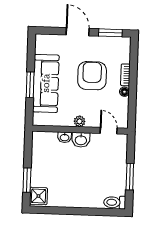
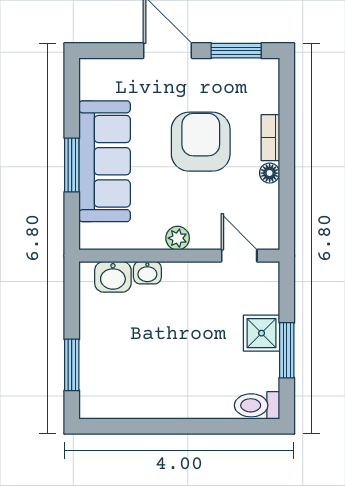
washbasin: (81, 140) -> (113, 277), moved
shower: (38, 196) -> (262, 333), moved

